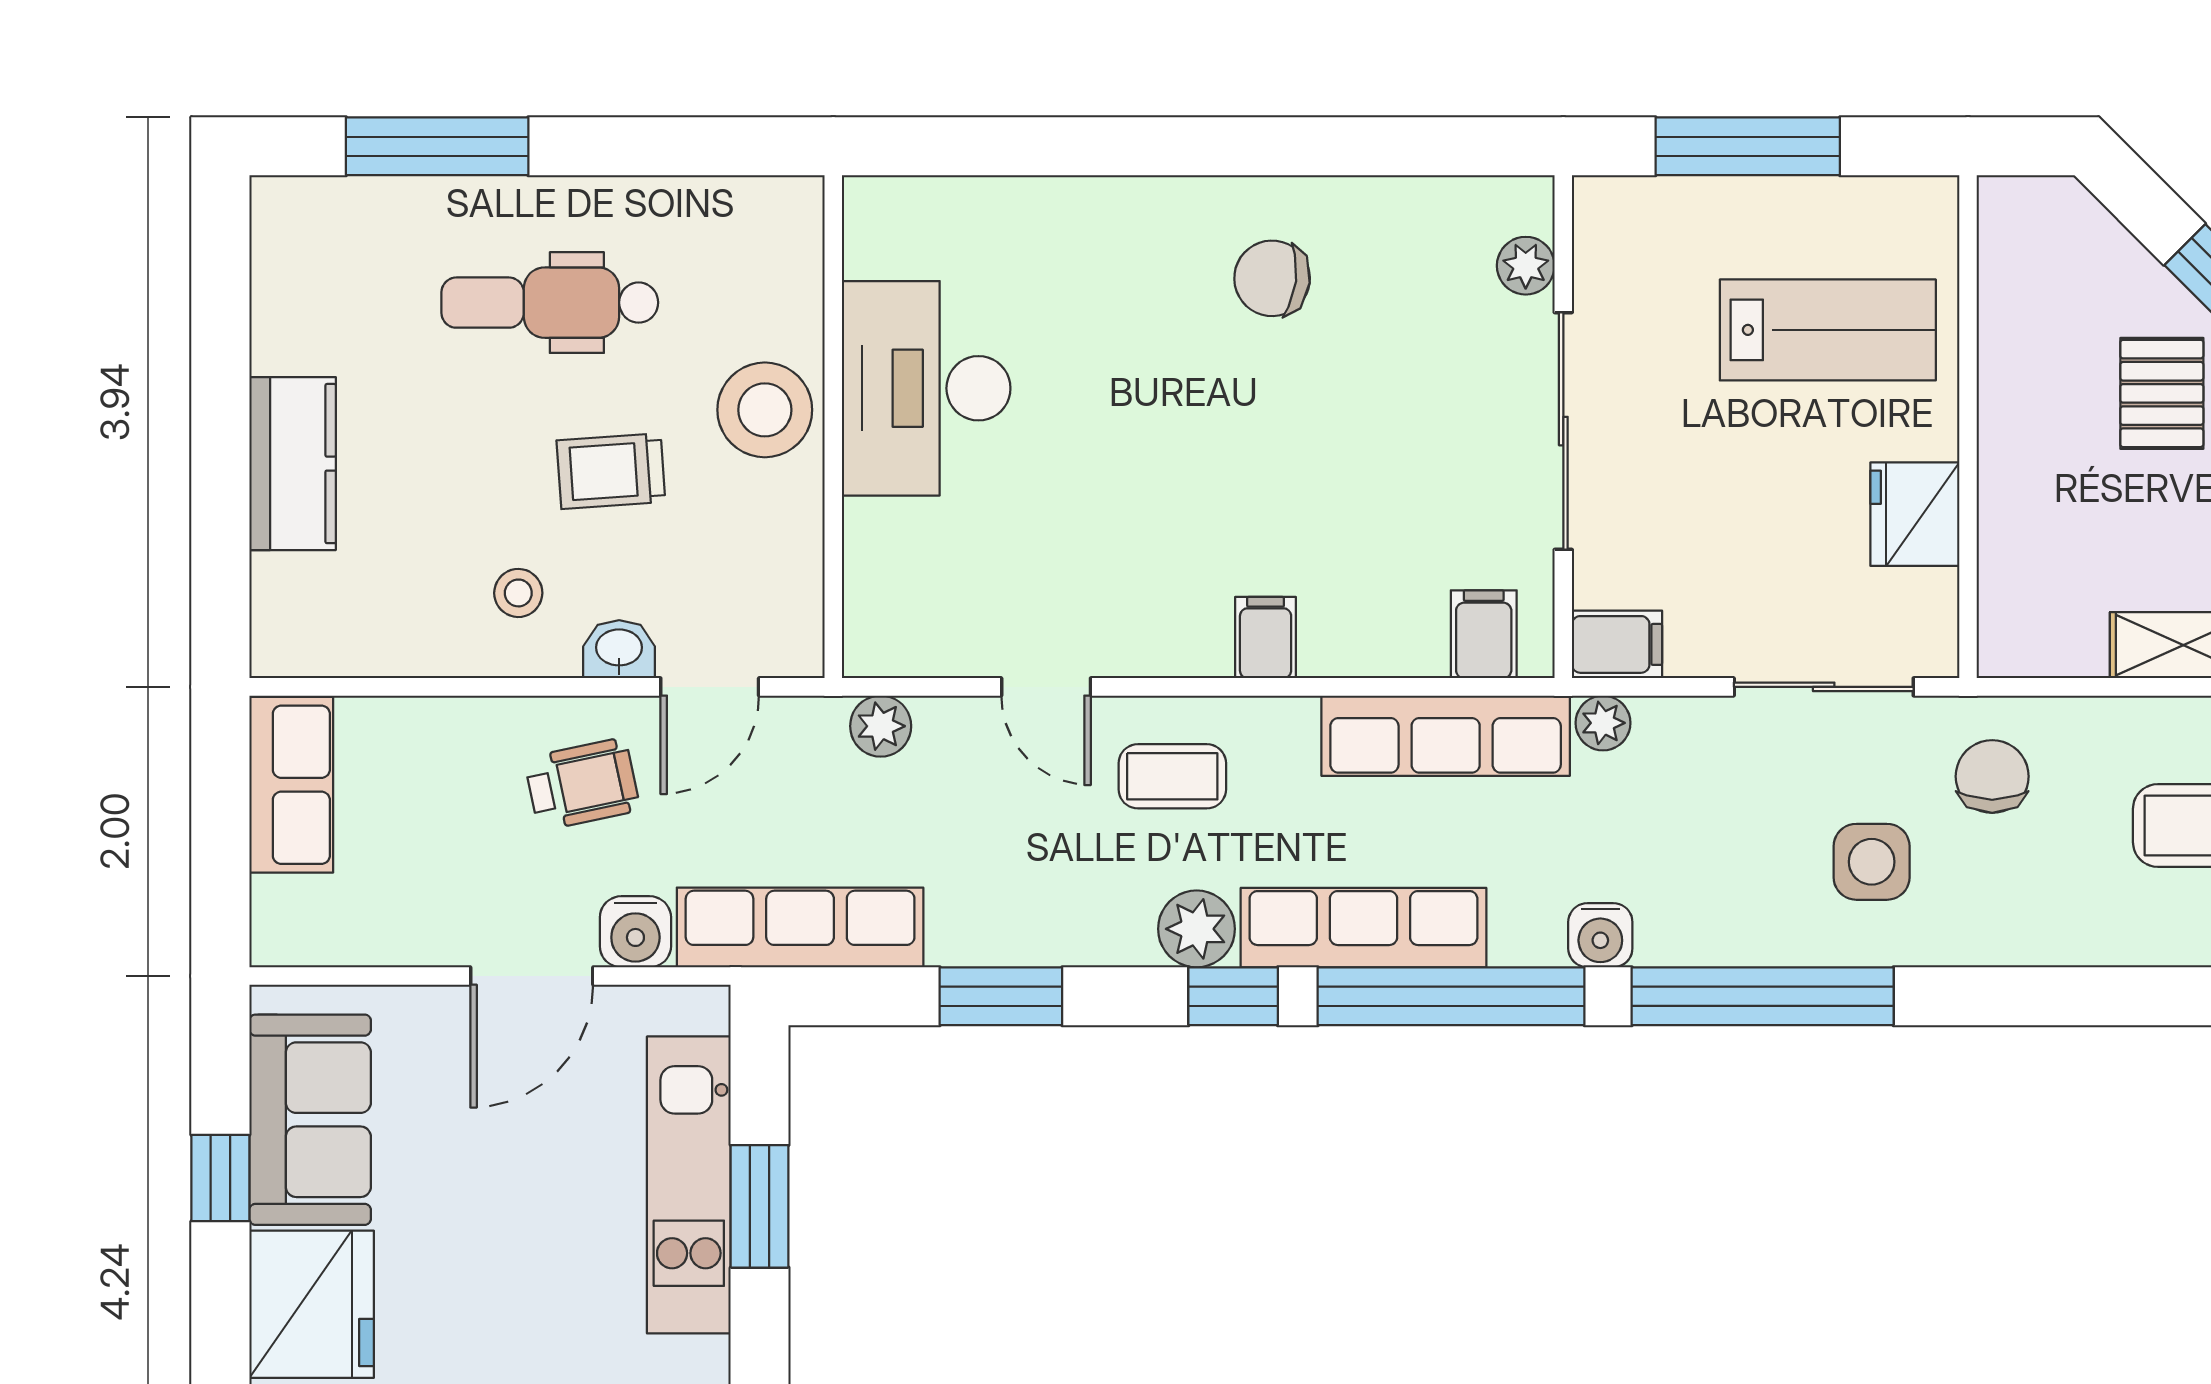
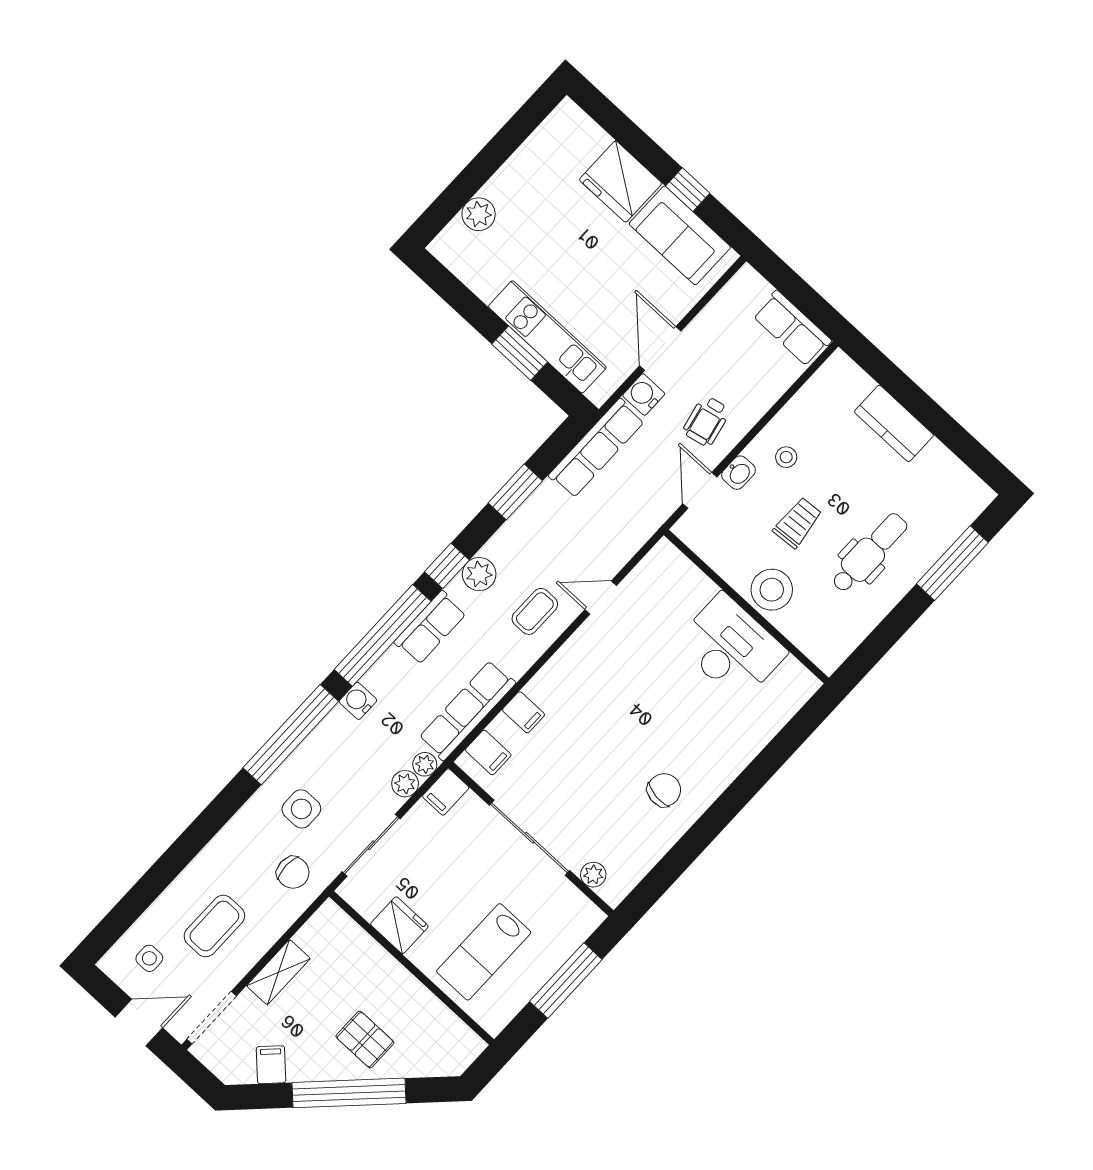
filing cabinet: (1266, 638) -> (524, 712), moved
plant: (881, 726) -> (405, 784), moved
row of seats: (1363, 928) -> (430, 628), width x0.68

